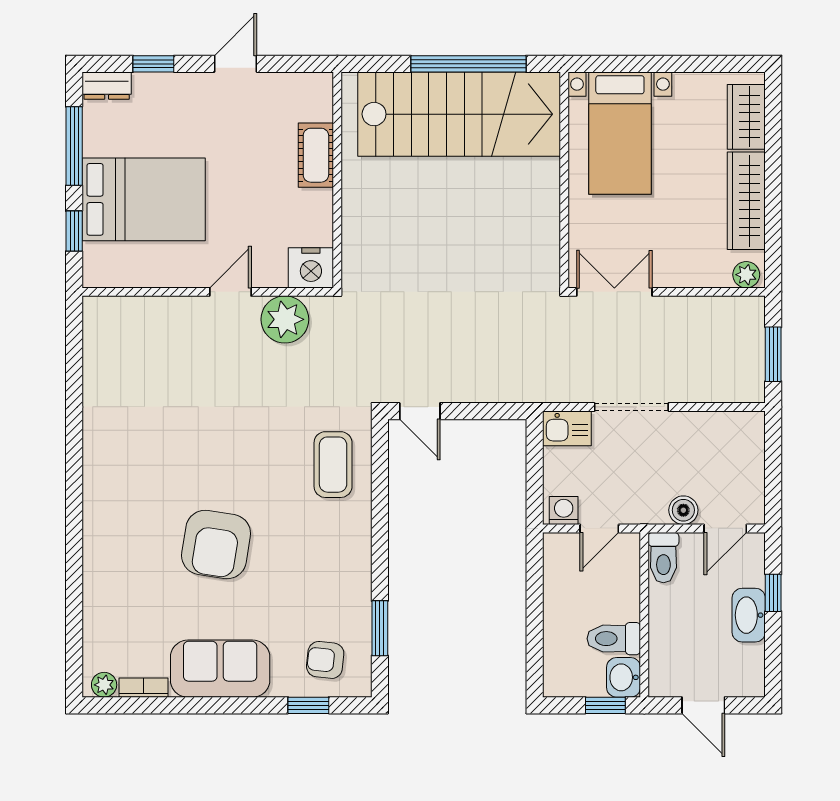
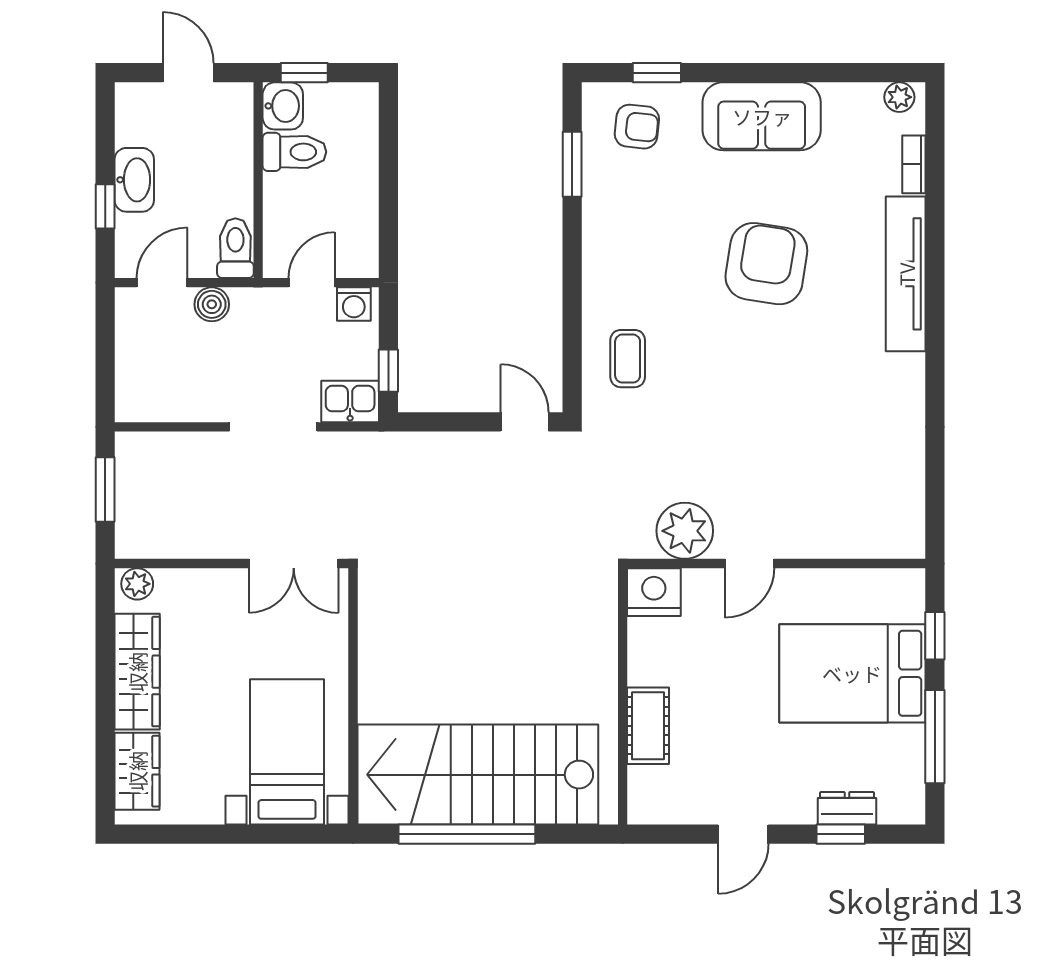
dresser: (107, 86) -> (847, 808), moved
window: (535, 454) -> (388, 371), added
coffee table: (333, 465) -> (628, 359), width x0.73, depth x0.77
tv unit: (99, 536) -> (906, 274), added
bookcase: (144, 688) -> (914, 164), moved, turned 90

